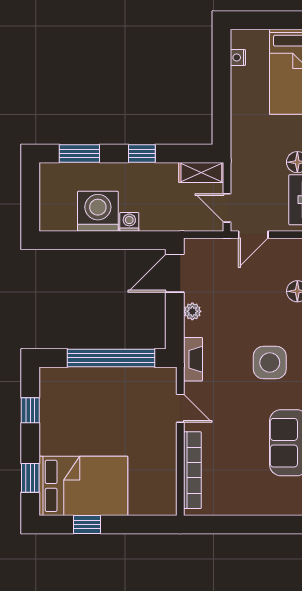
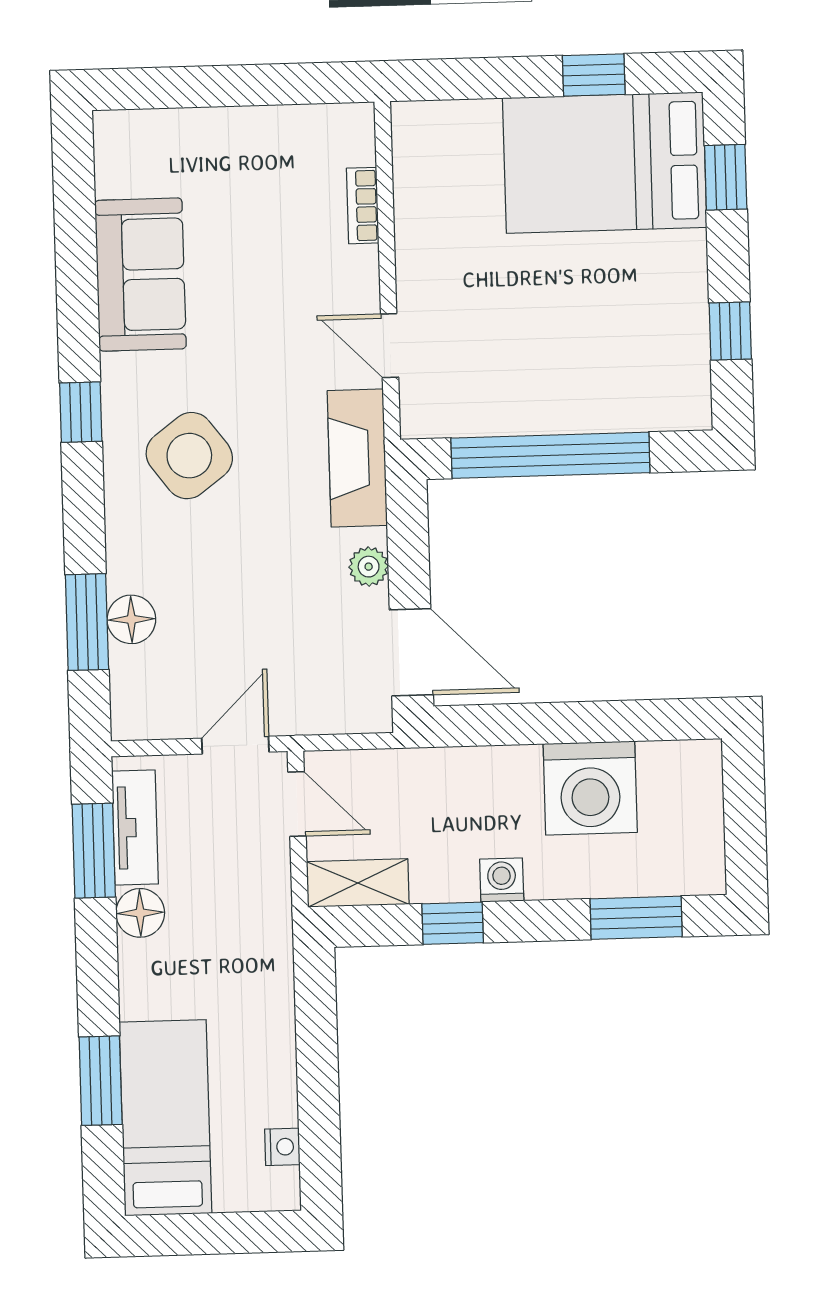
window: (142, 154) -> (453, 923), moved
washing machine: (129, 222) -> (502, 880), moved, turned 180
door: (175, 273) -> (411, 652), hinge flipped
fireplace: (193, 359) -> (357, 458), width x1.37, depth x1.32
side table: (270, 363) -> (189, 456), turned -37
bookcase: (192, 470) -> (363, 206), width x0.43, depth x0.76

